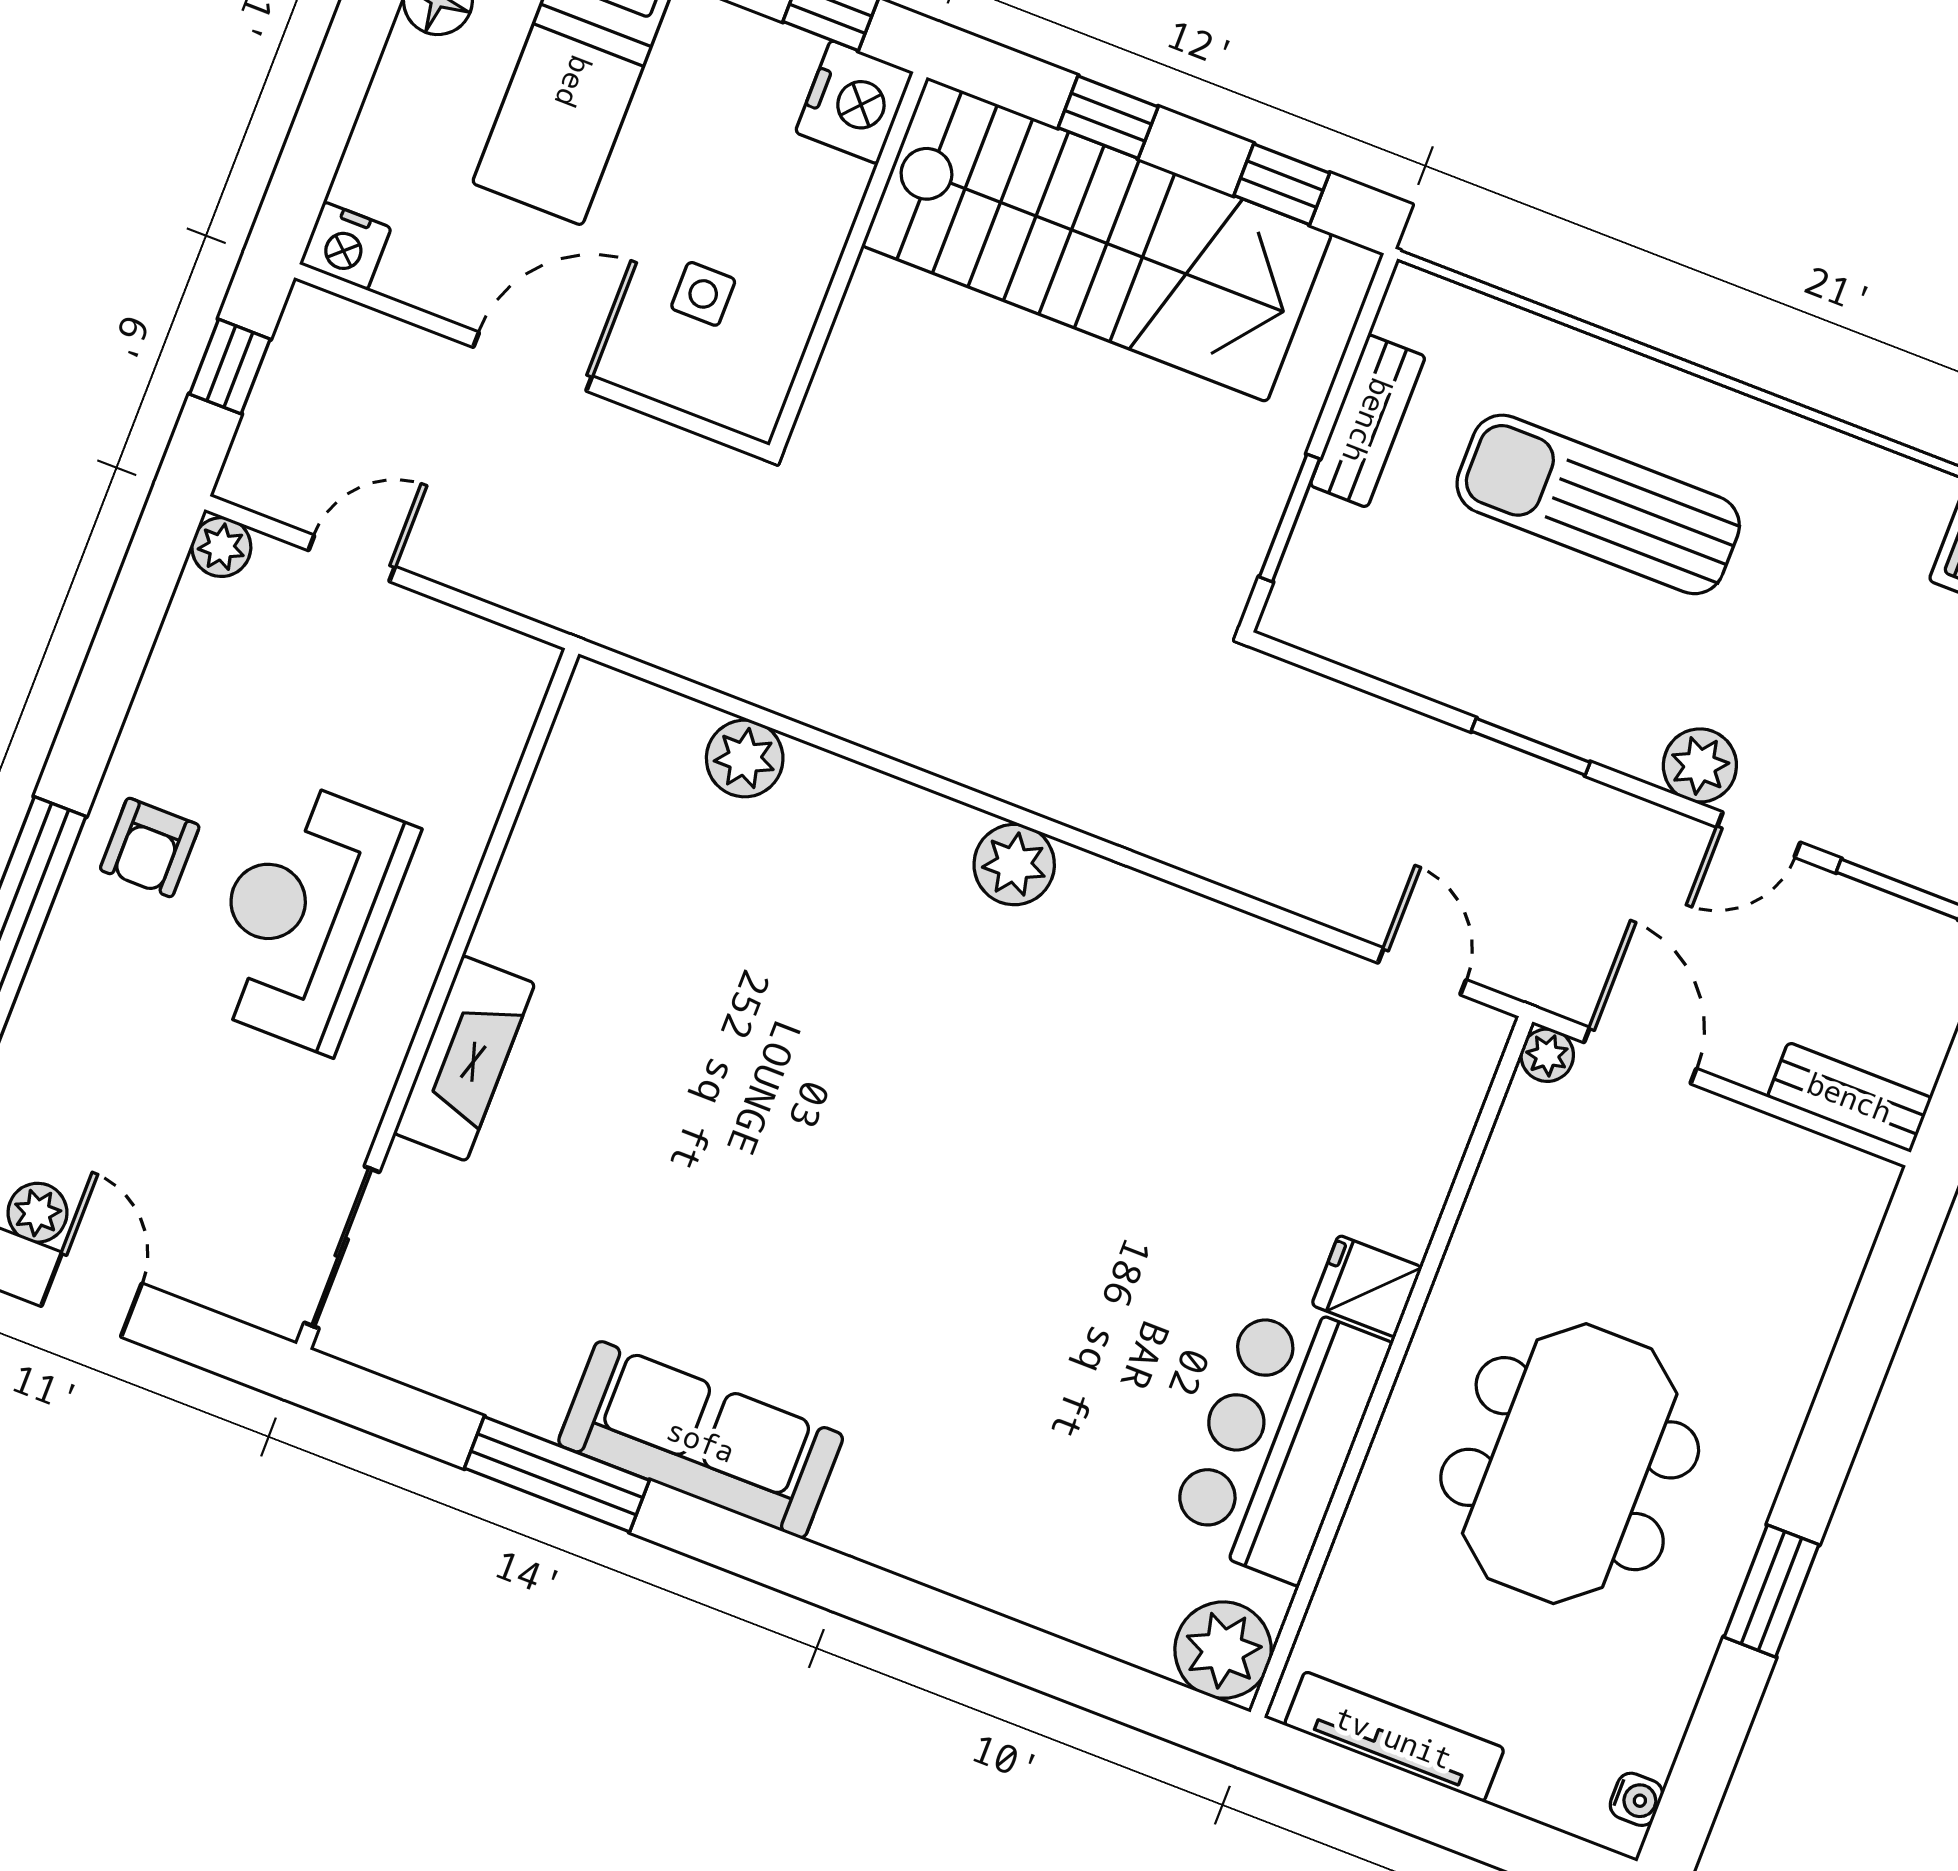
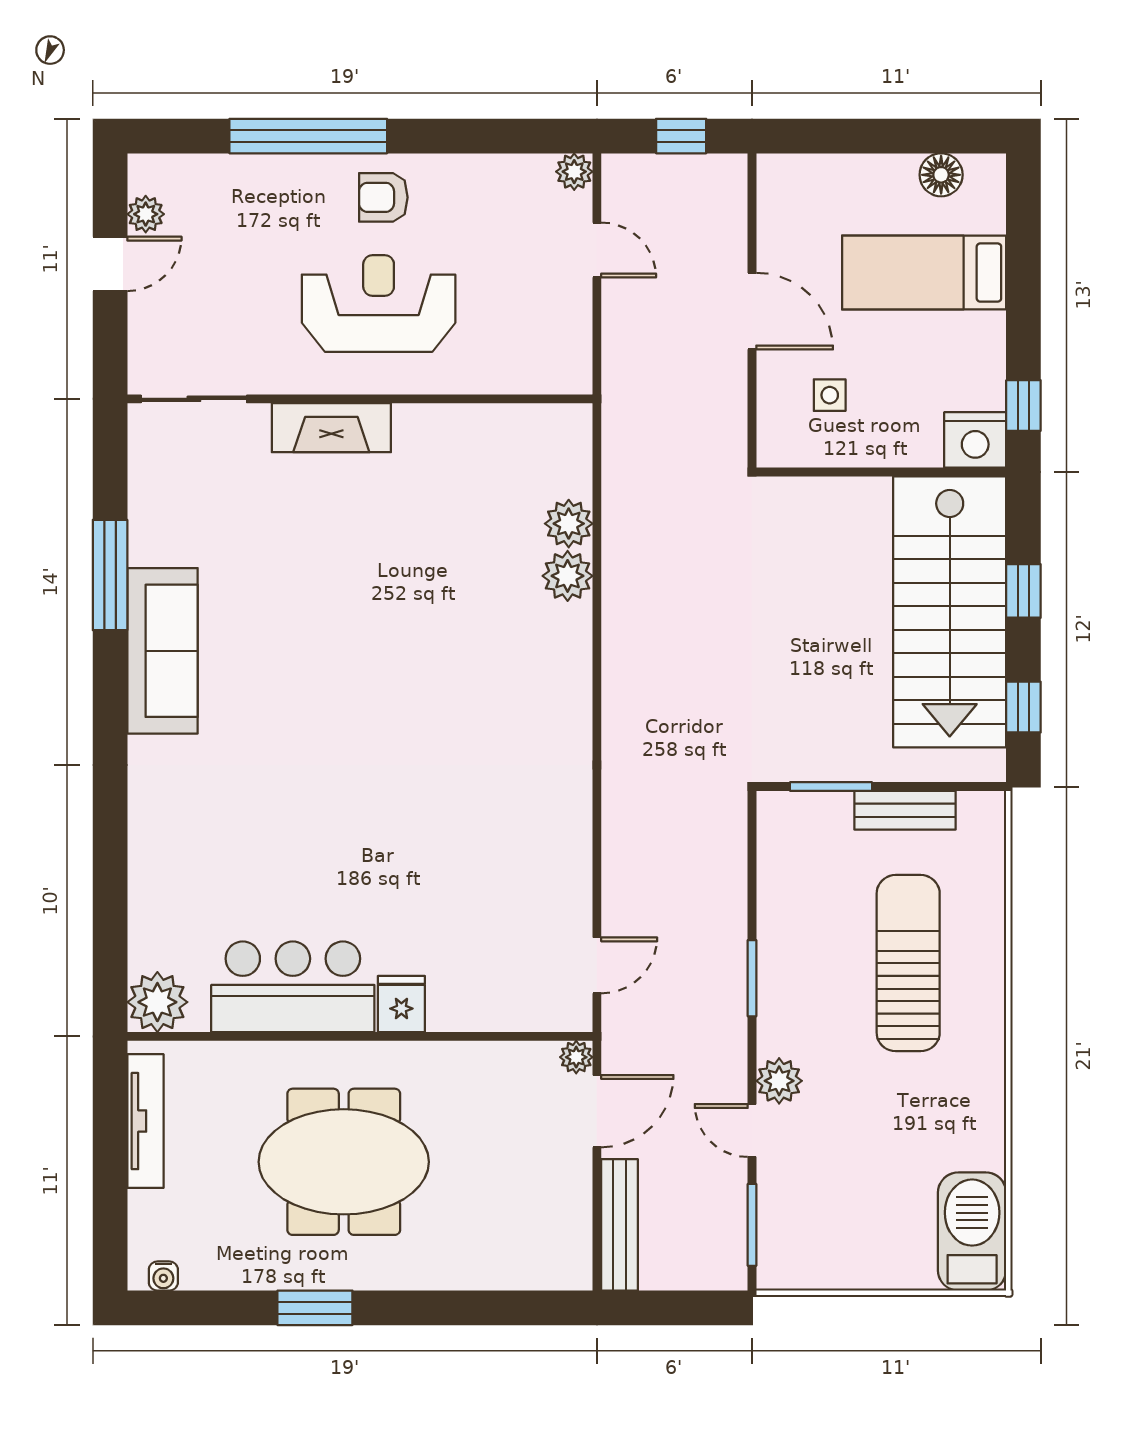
nightstand: (345, 246) -> (777, 176), removed
plant: (1014, 865) -> (568, 576), moved
bench: (1850, 1097) -> (620, 1225), width x1.36

